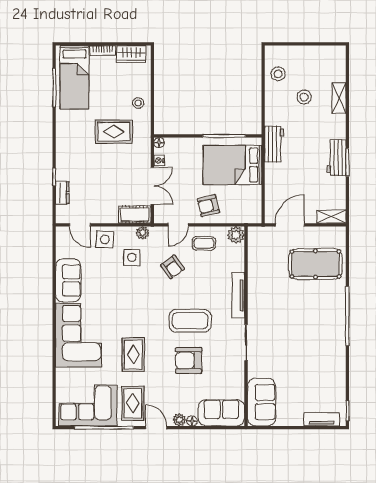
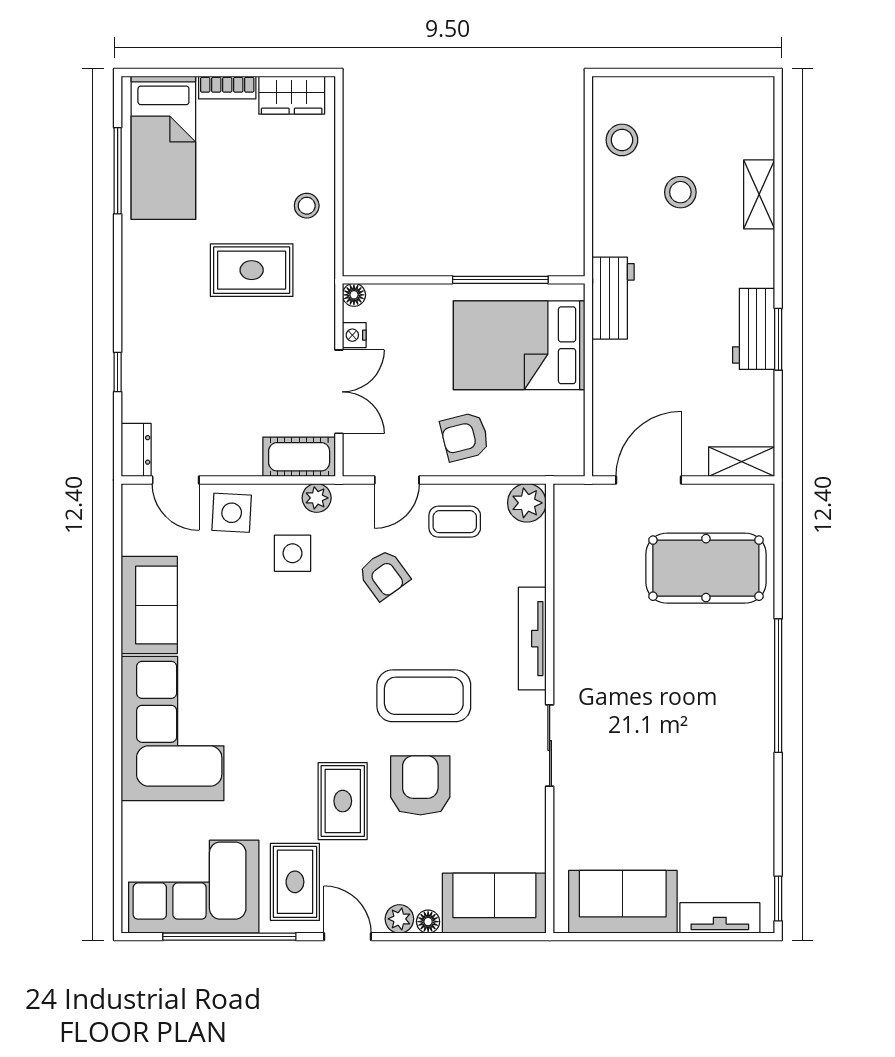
dresser: (62, 193) -> (136, 450), moved
rug: (133, 355) -> (343, 801), moved
armchair: (189, 360) -> (420, 785), turned 90
sofa: (261, 402) -> (623, 902), moved, turned -90

